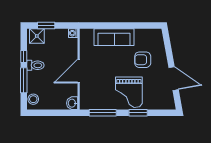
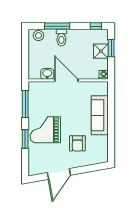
shower: (37, 36) -> (101, 51), moved
window: (24, 57) -> (96, 26), moved
armchair: (143, 60) -> (77, 143), turned 180
toilet: (35, 65) -> (61, 38), moved
washbasin: (72, 103) -> (47, 74), moved

